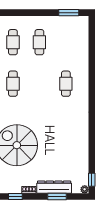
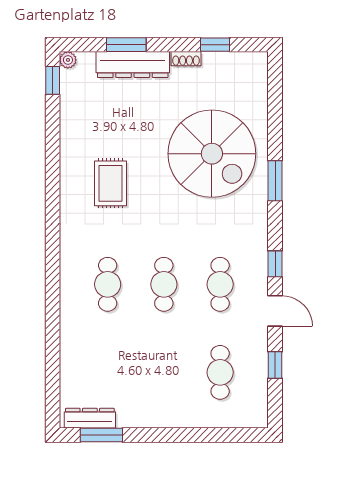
dresser: (74, 21) -> (90, 418), added
cafe table: (39, 42) -> (164, 284), moved
rug: (64, 131) -> (111, 183), added

